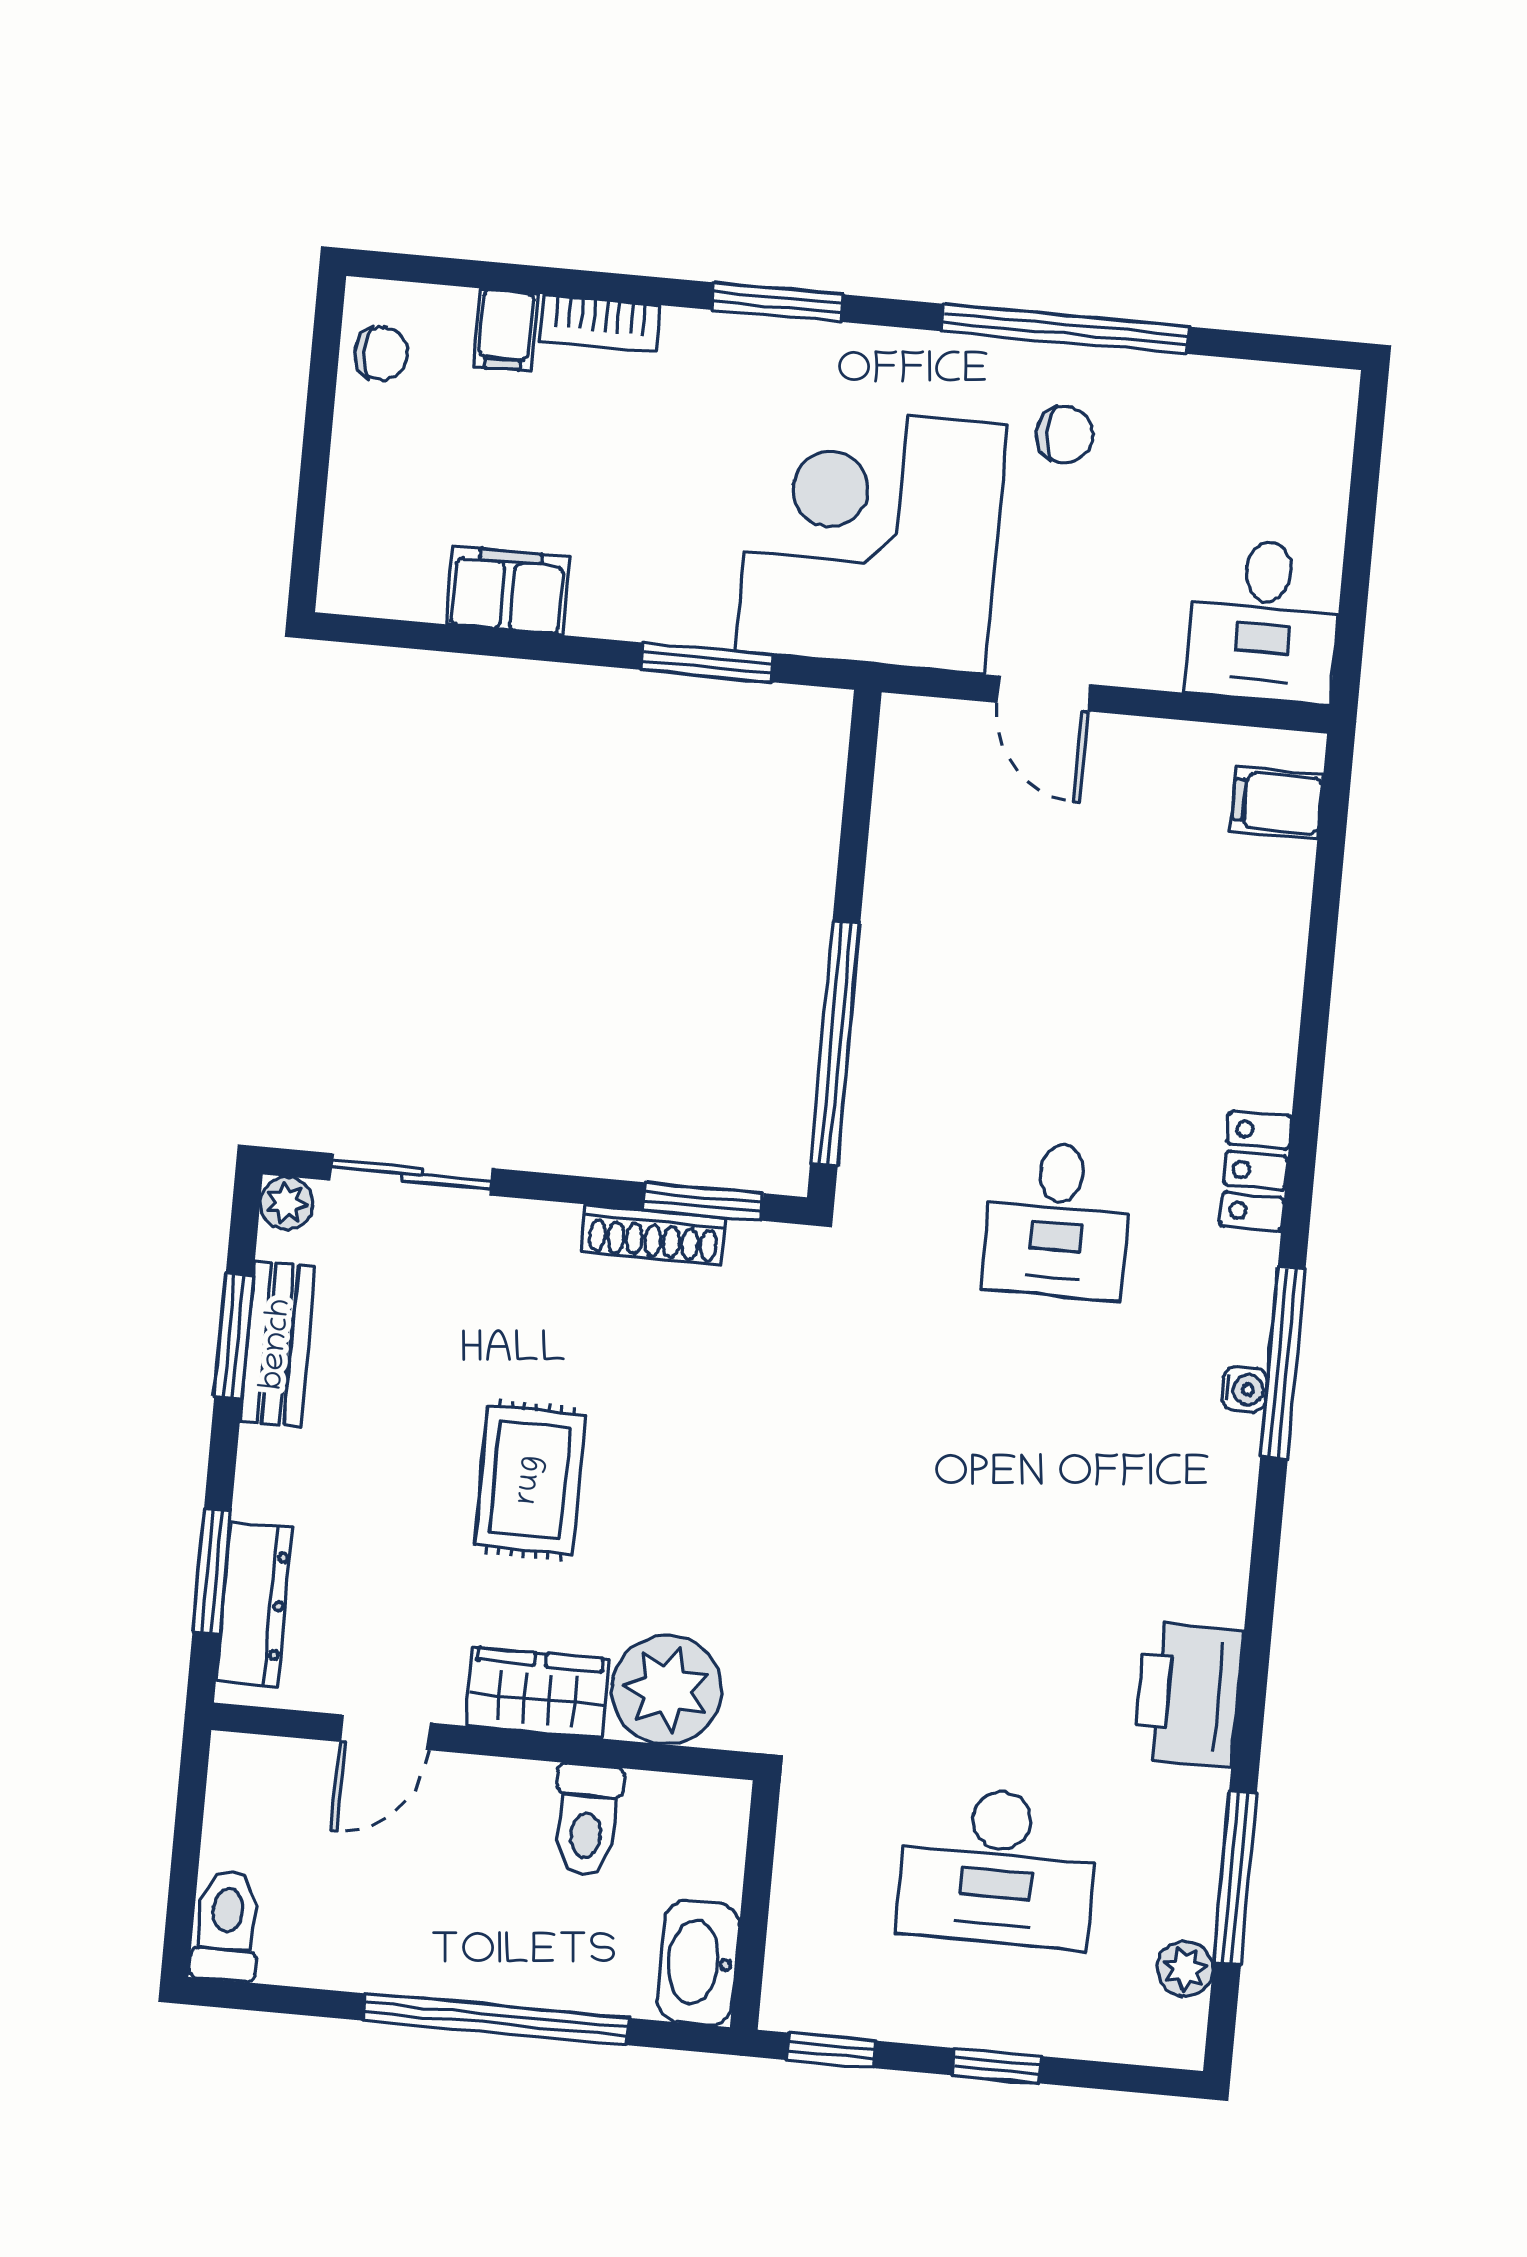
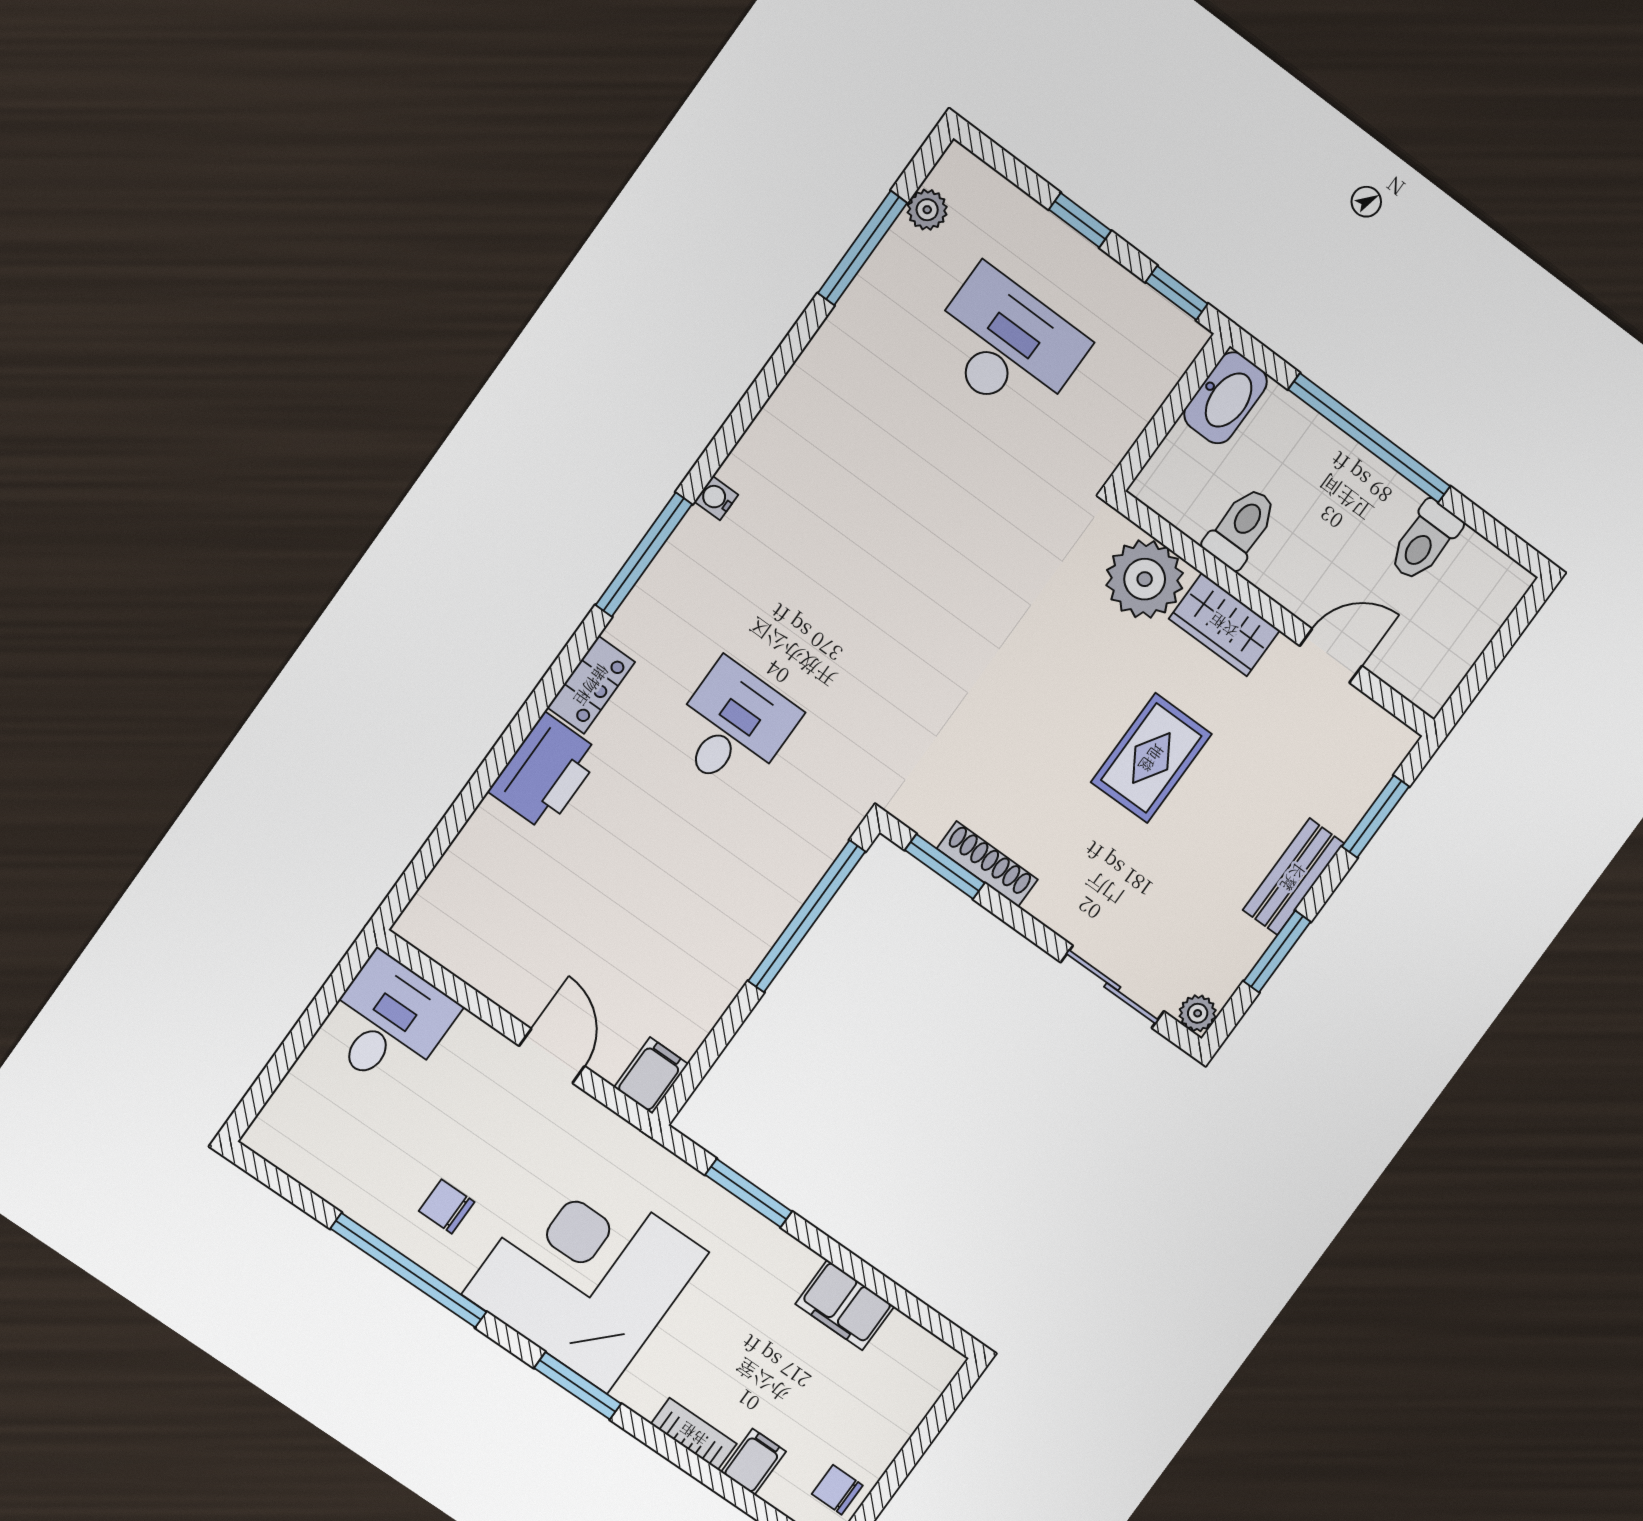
corner desk: (871, 538) -> (585, 1273), moved, turned 180
filing cabinet: (1277, 803) -> (651, 1076), moved, turned -90
bench: (278, 1344) -> (1293, 877), moved
water cooler: (1245, 1389) -> (716, 498), moved
dresser: (254, 1604) -> (1362, 781), removed
printer: (1188, 1694) -> (545, 772), moved
toilet: (226, 1925) -> (1425, 541), moved

